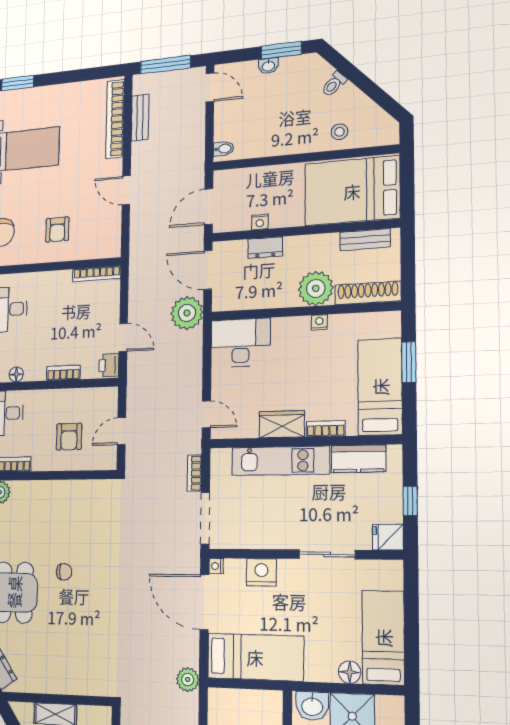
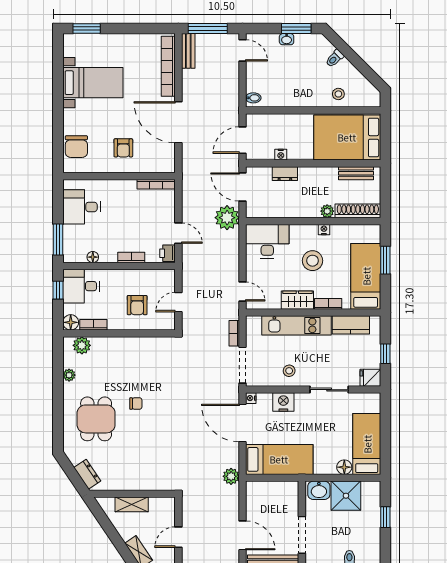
bench: (140, 118) -> (188, 51), moved
door: (126, 190) -> (178, 122), width x1.88
plant: (316, 288) -> (327, 211), width x0.53, depth x0.53
stool: (303, 367) -> (313, 261), added
stool: (270, 527) -> (289, 371), added

